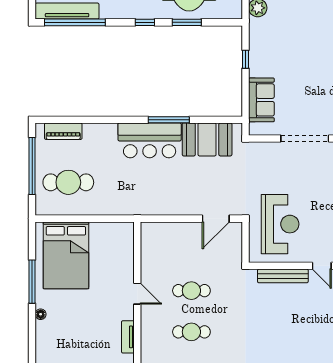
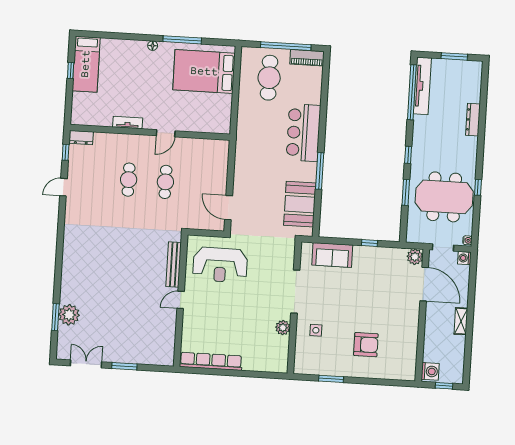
piano: (63, 131) -> (307, 58), moved, turned -90
bar counter: (150, 140) -> (303, 133), moved

